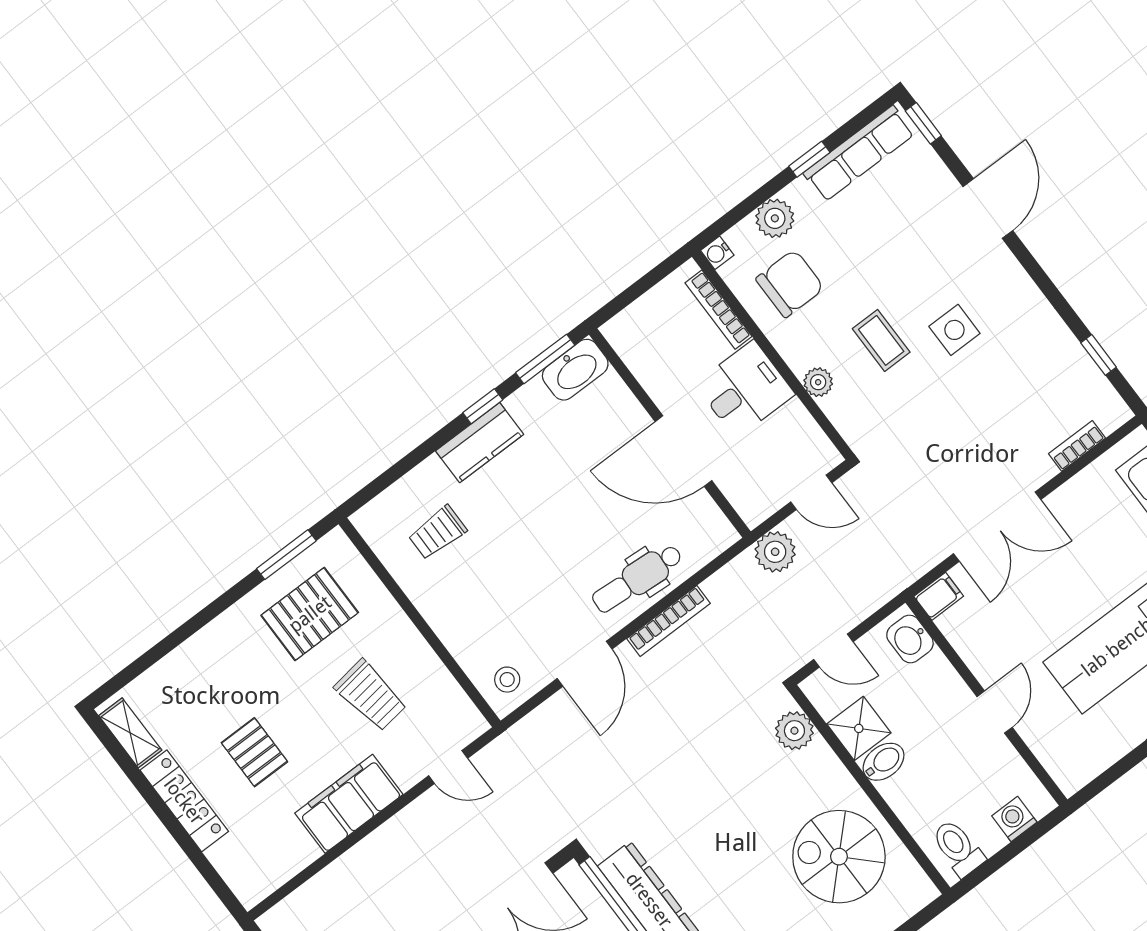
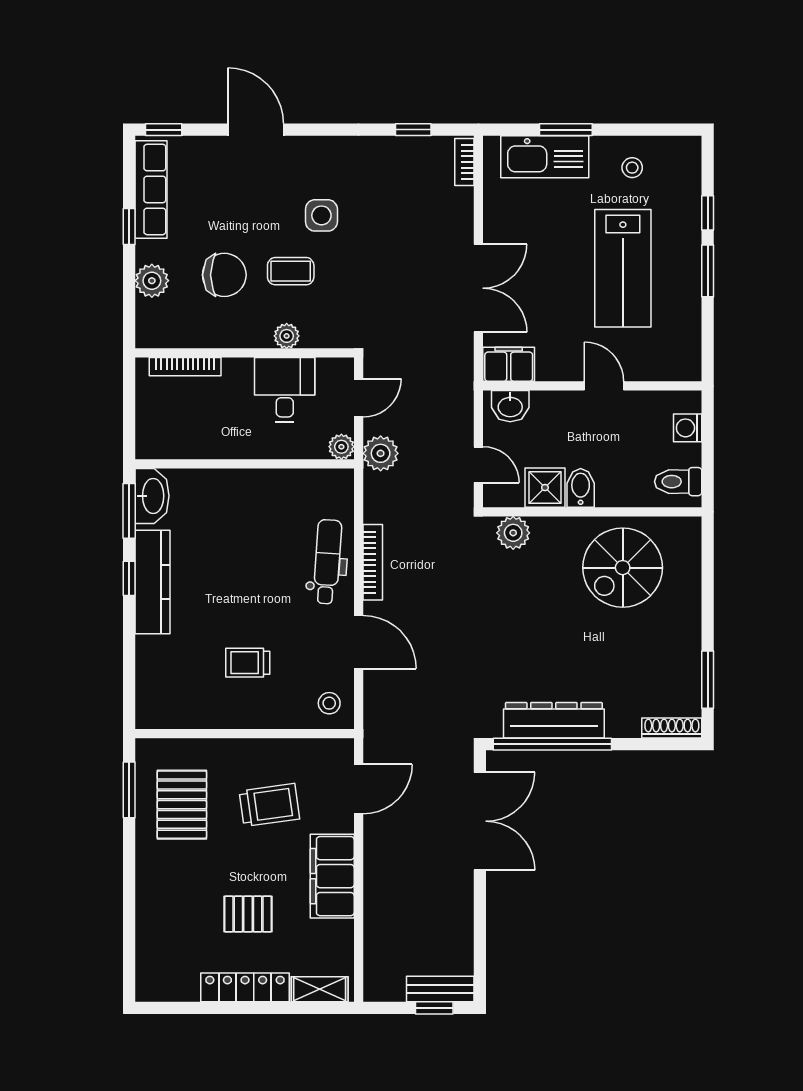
water cooler: (717, 253) -> (146, 338), removed
chair: (790, 284) -> (224, 275), moved, turned 90
desk: (745, 389) -> (285, 390), moved
kitchen counter: (480, 443) -> (152, 582), width x1.50
bookcase: (1077, 446) -> (464, 162), moved
door: (684, 451) -> (264, 464), removed
plant: (754, 511) -> (341, 447), added
trolley: (437, 533) -> (248, 663), moved, turned 90
dental chair: (637, 579) -> (327, 562), turned 180
filing cabinet: (939, 596) -> (509, 364), width x2.00
door: (833, 651) -> (478, 465), hinge flipped
shelving: (130, 733) -> (320, 989), moved
door: (448, 767) -> (359, 789), width x1.37

